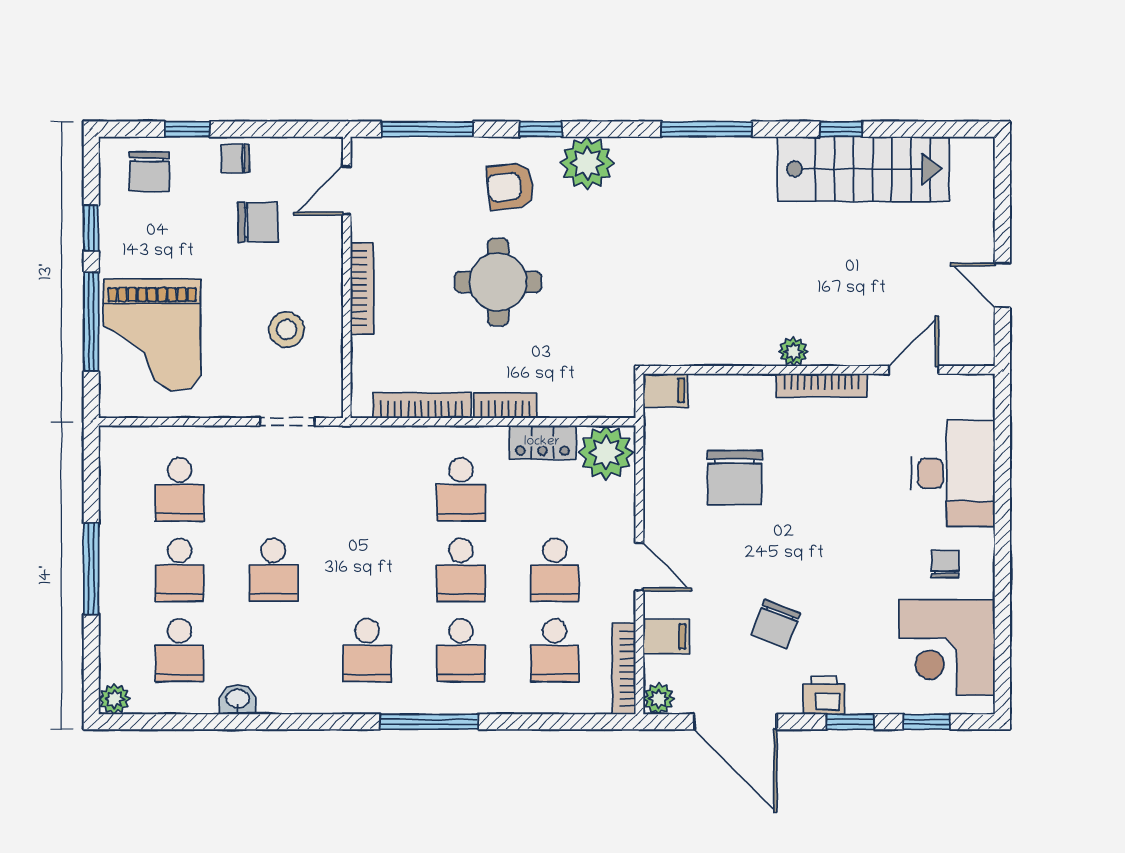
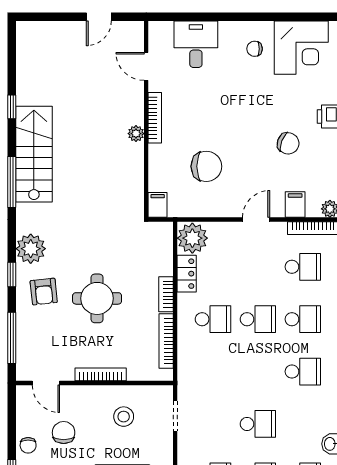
stairs: (863, 169) -> (34, 154), moved
desk: (953, 473) -> (196, 44), width x0.73
school desk: (555, 570) -> (258, 267), removed

